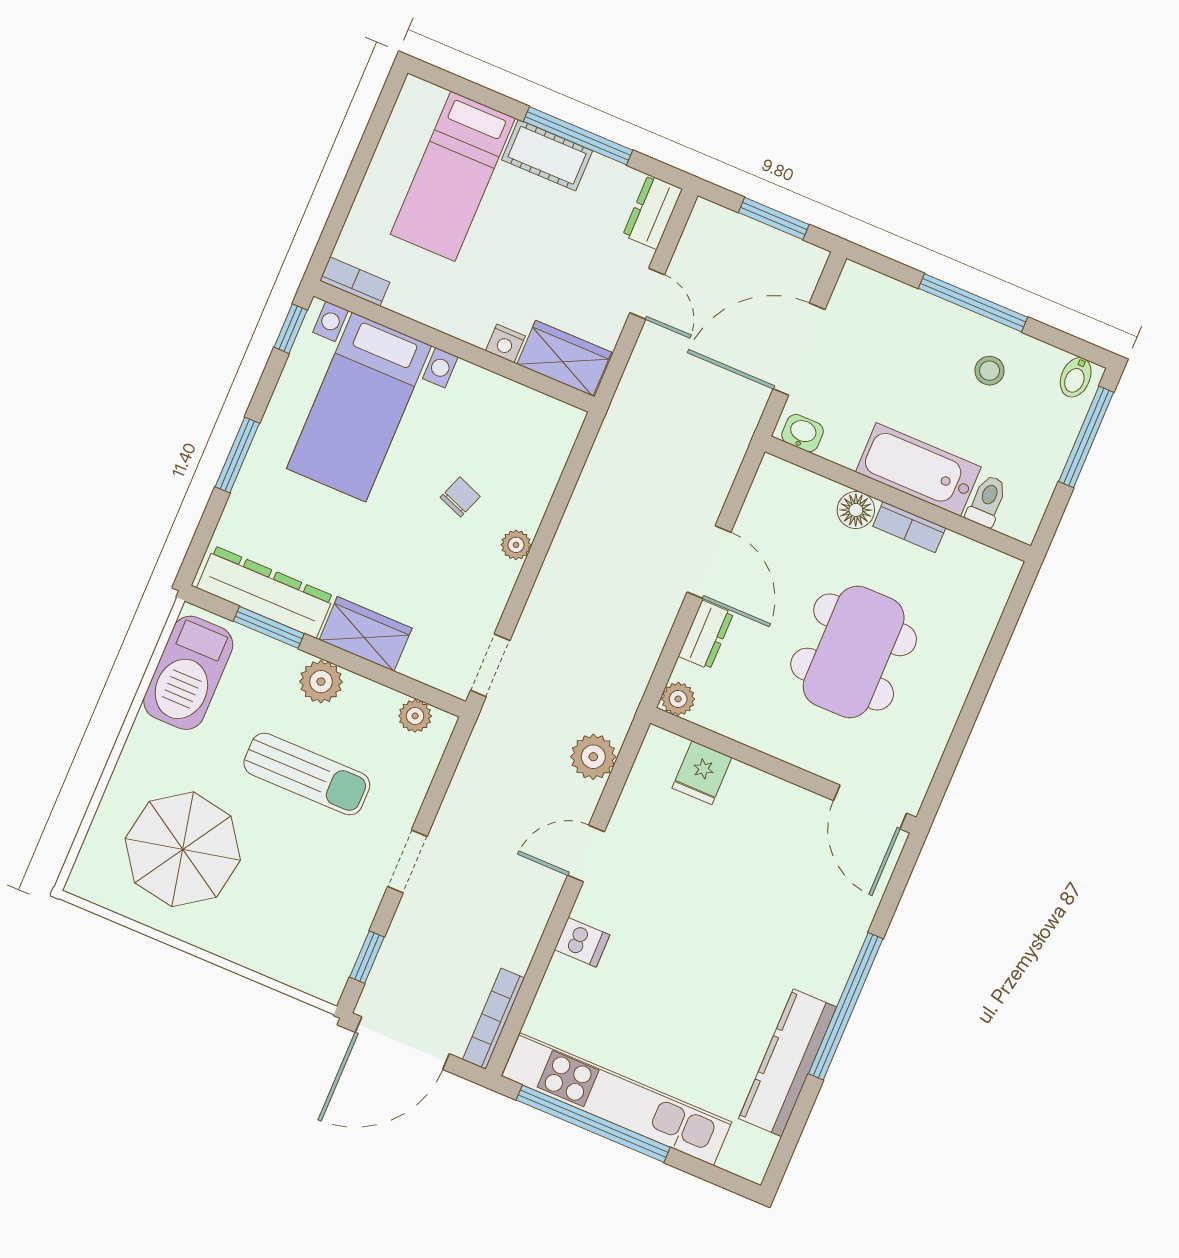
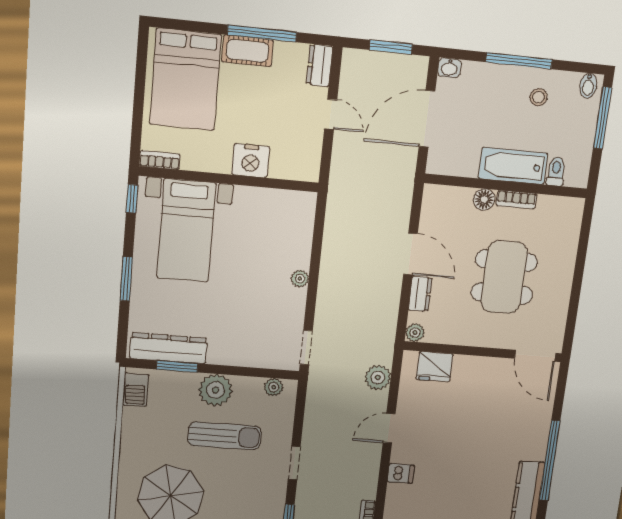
bed: (453, 176) -> (185, 80), width x1.50
nightstand: (505, 343) -> (251, 161), width x1.89, depth x1.79
wardrobe: (564, 358) -> (294, 166), removed
washbasin: (802, 433) -> (449, 68), moved, turned 180
chair: (460, 497) -> (260, 262), removed
wardrobe: (366, 634) -> (232, 353), removed
barbecue: (188, 673) -> (136, 390), width x0.53, depth x0.65
plant: (321, 682) -> (215, 390), width x1.36, depth x1.36
fridge: (702, 773) -> (435, 367), width x1.38

